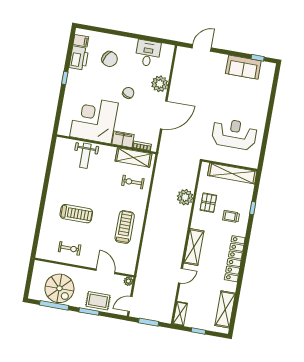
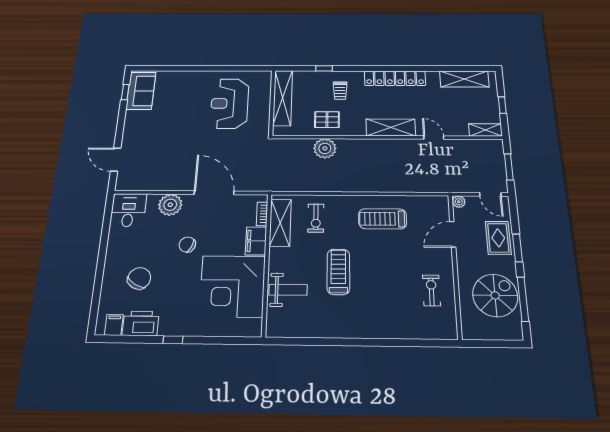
desk: (148, 53) -> (128, 210), moved, turned 90
sofa: (243, 67) -> (141, 91), moved
treadmill: (76, 214) -> (338, 272), moved

